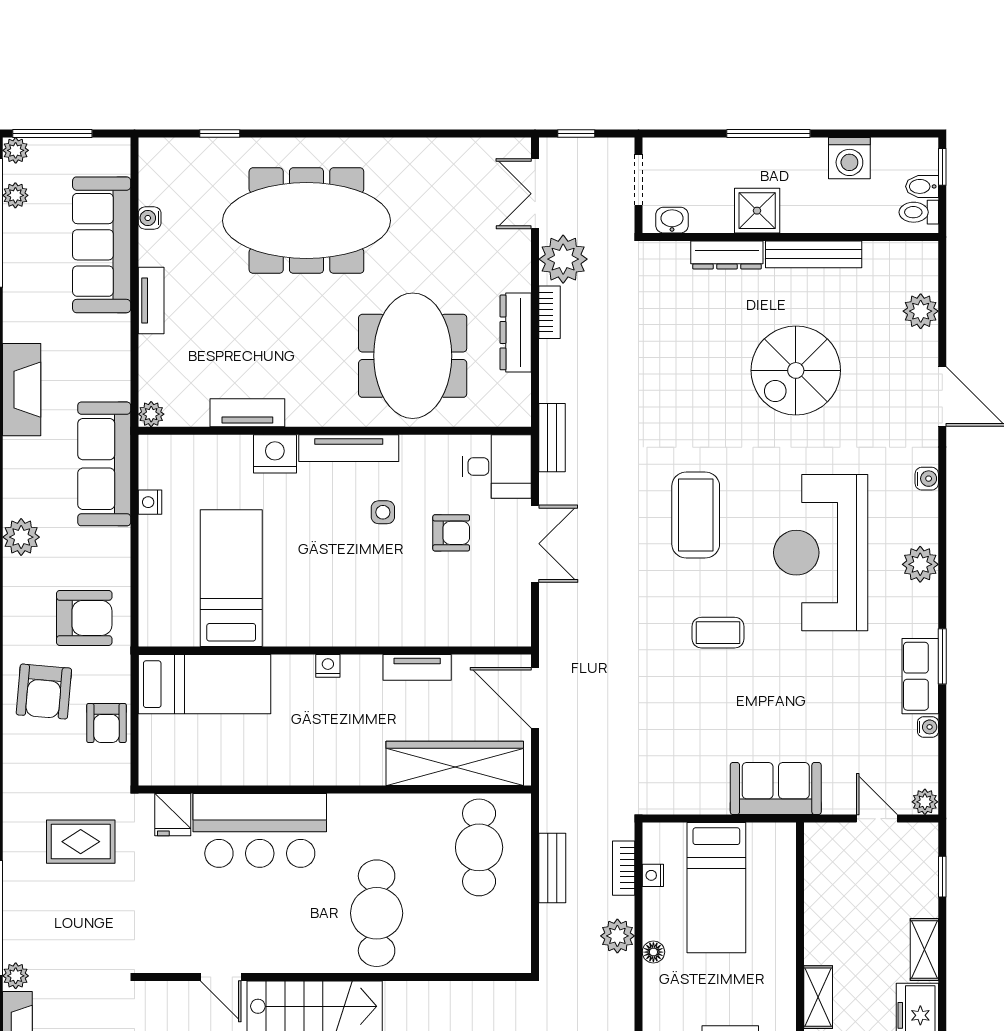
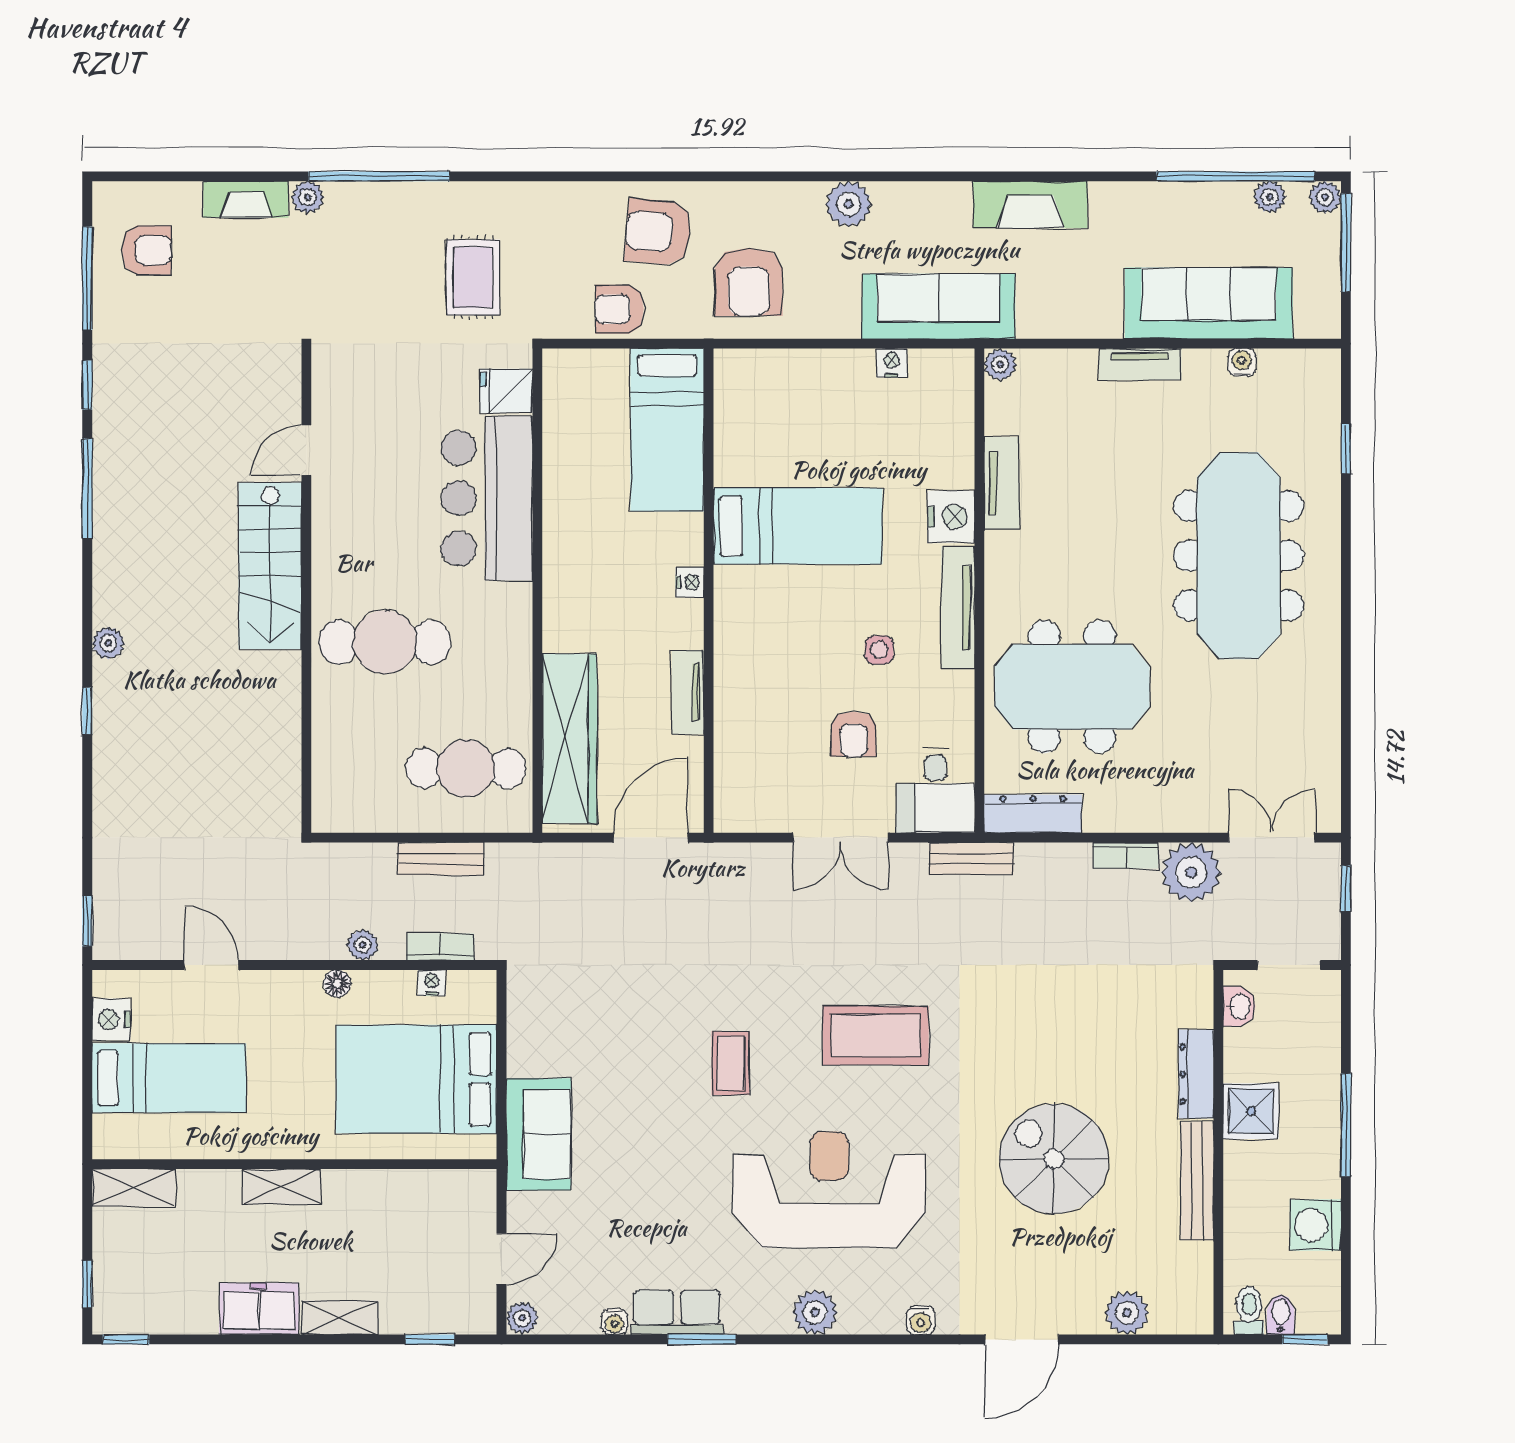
dresser: (516, 332) -> (1033, 814), moved
bed: (231, 578) -> (798, 526), moved
bed: (716, 888) -> (416, 1079), width x1.50
plant: (617, 936) -> (363, 945), width x0.73, depth x0.73

